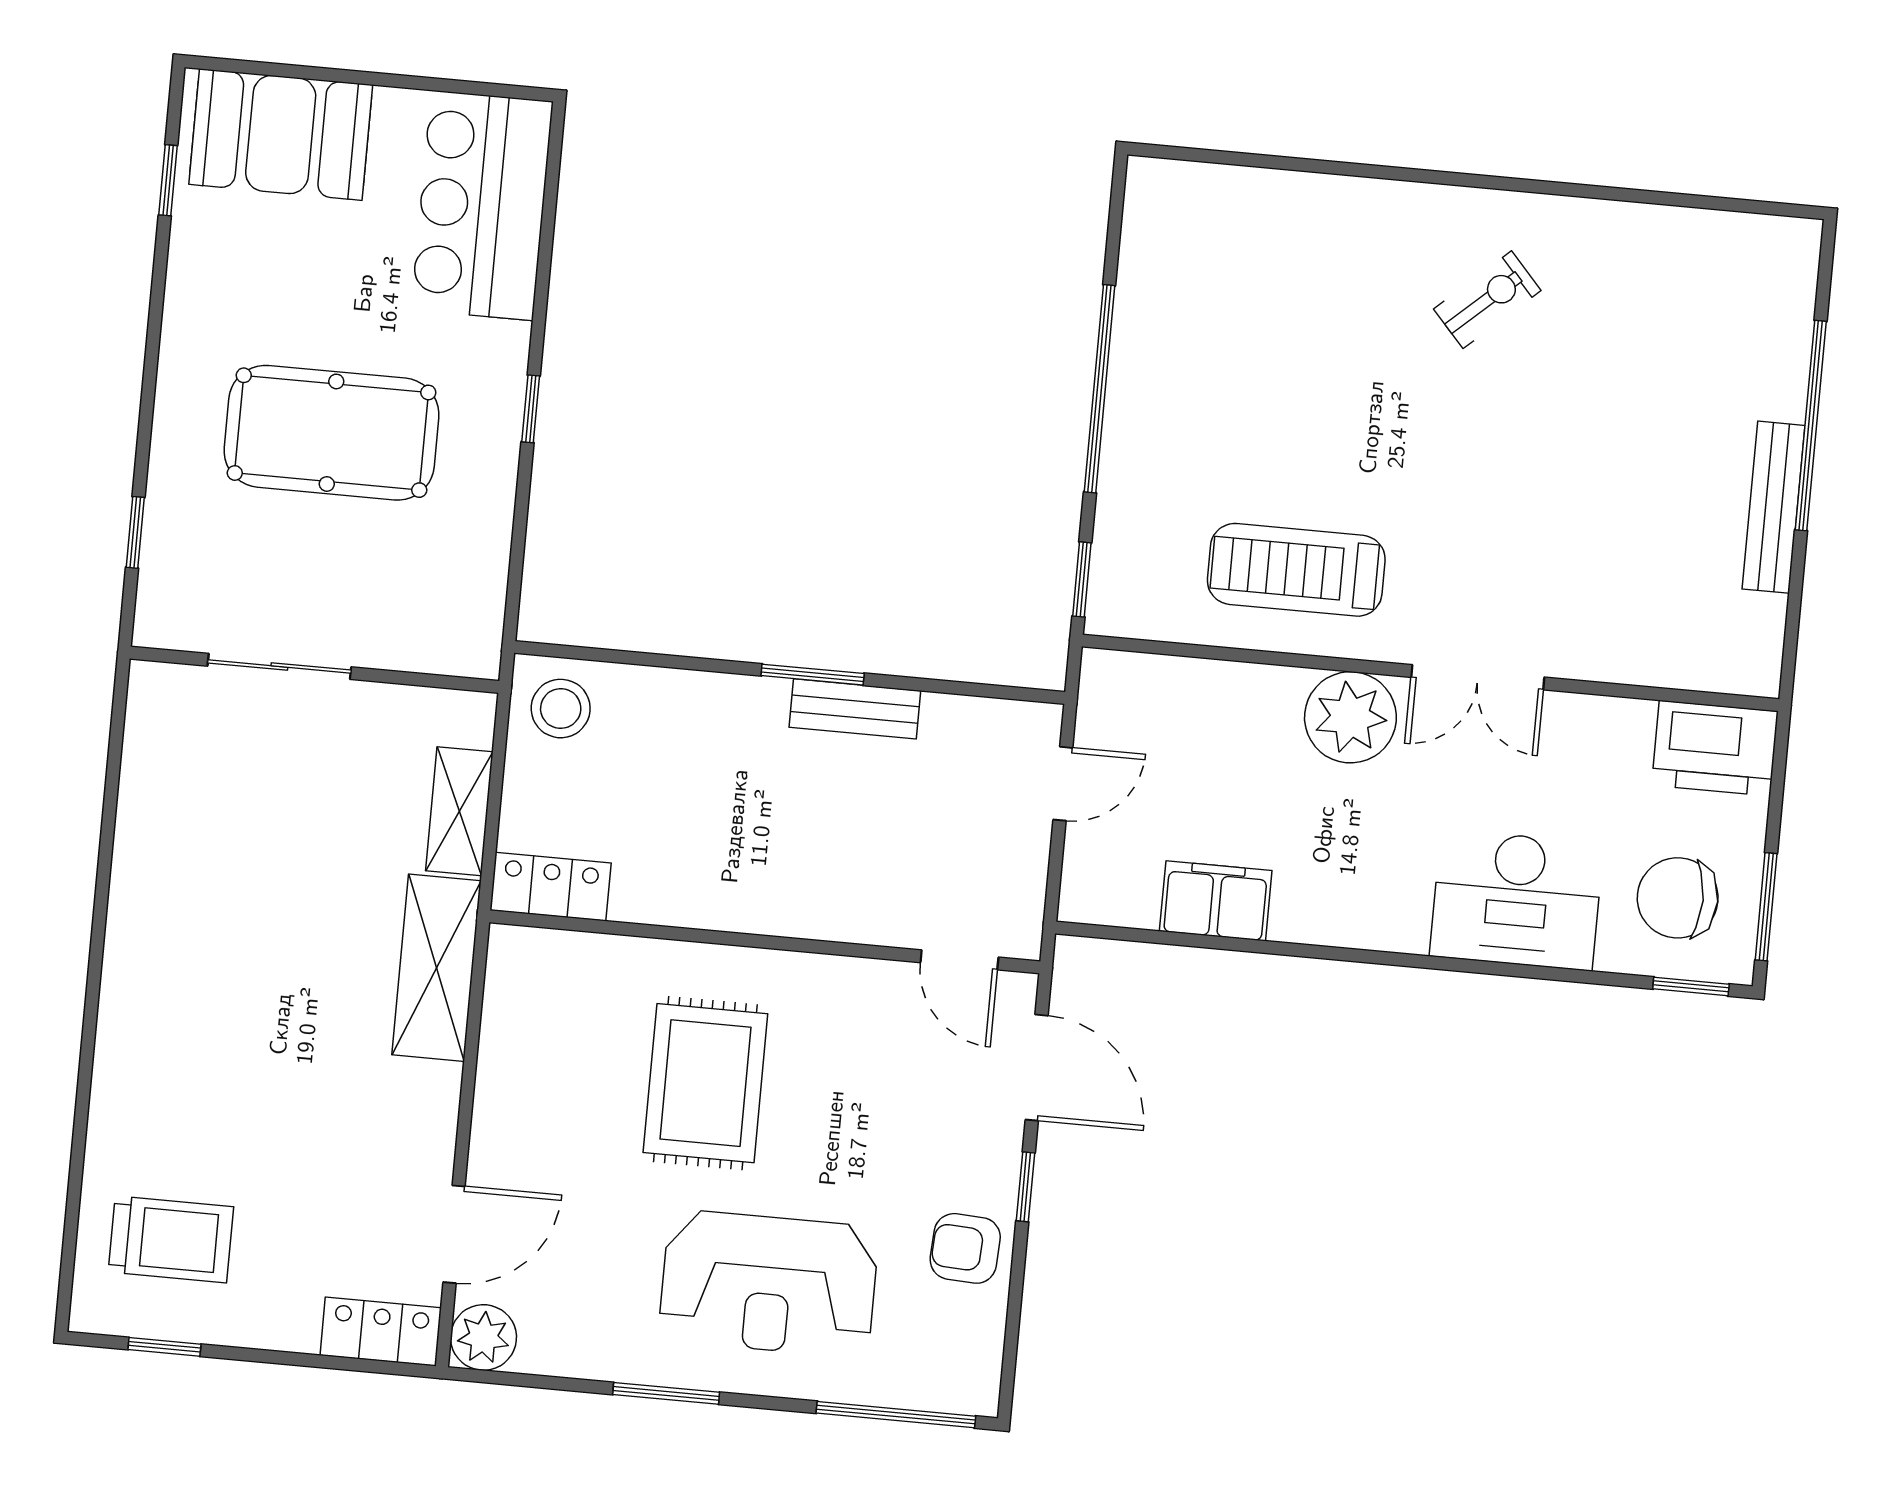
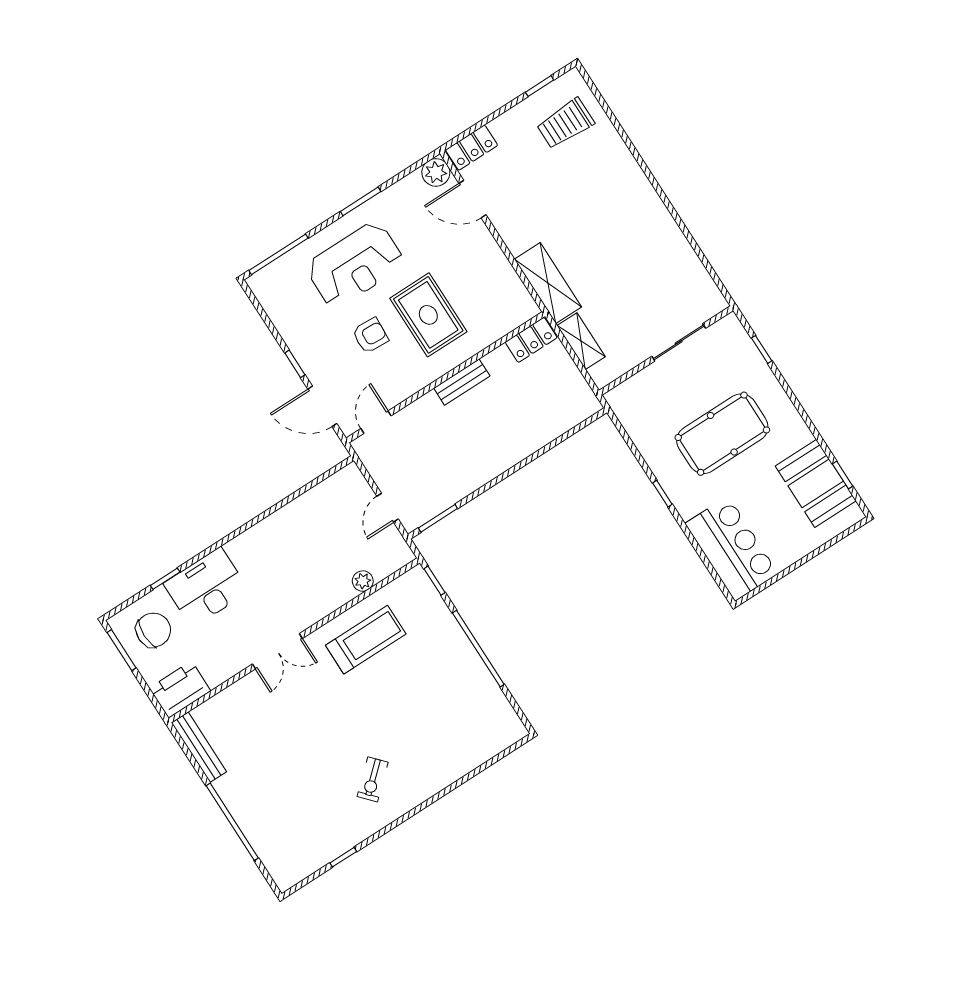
booth: (281, 134) -> (816, 483), moved, turned 90
window: (1655, 198) -> (343, 857), added
bench: (1774, 507) -> (199, 747), moved
window: (813, 675) -> (438, 518), moved
double door: (1478, 677) -> (277, 651), swing flipped
stool: (561, 709) -> (574, 402), removed
bench: (855, 709) -> (462, 382), moved
plant: (1350, 717) -> (363, 581), moved, width x0.53, depth x0.53
filing cabinet: (1216, 901) -> (306, 509), removed
door: (959, 960) -> (376, 422), hinge flipped
window: (1691, 986) -> (165, 579), moved
door: (454, 1234) -> (473, 199), hinge flipped
armchair: (965, 1248) -> (370, 335), moved
reception desk: (769, 1283) -> (355, 265), turned 180

